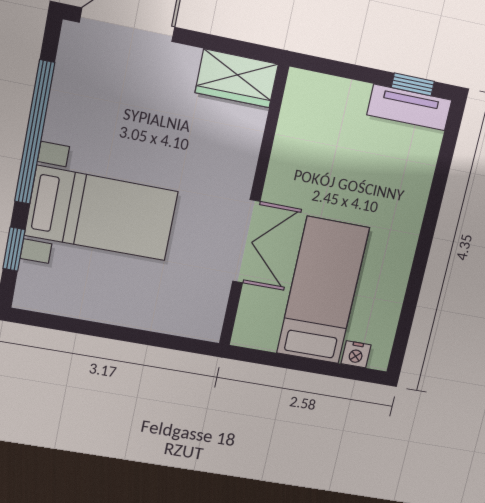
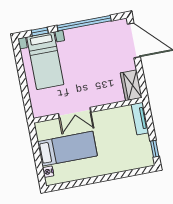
tv unit: (409, 107) -> (140, 119), moved
bed with nightstands: (101, 213) -> (45, 61), moved

